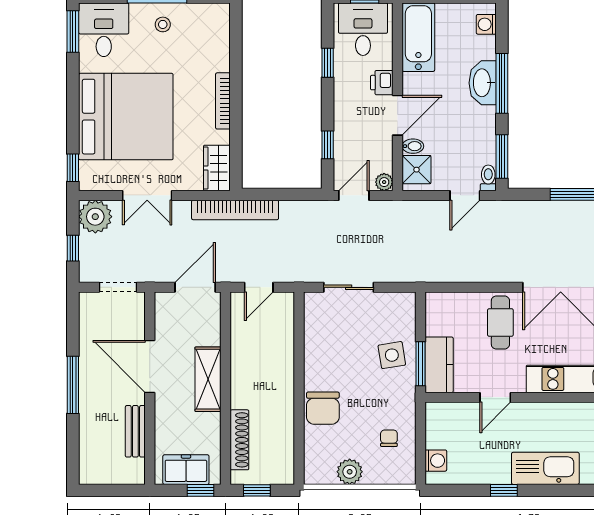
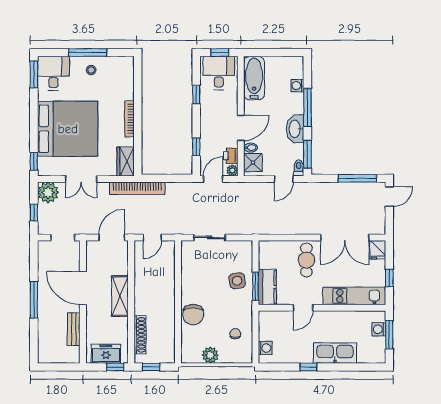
washing machine: (486, 24) -> (297, 86), moved
printer: (382, 83) -> (231, 156), moved
washbasin: (483, 83) -> (295, 129), moved

